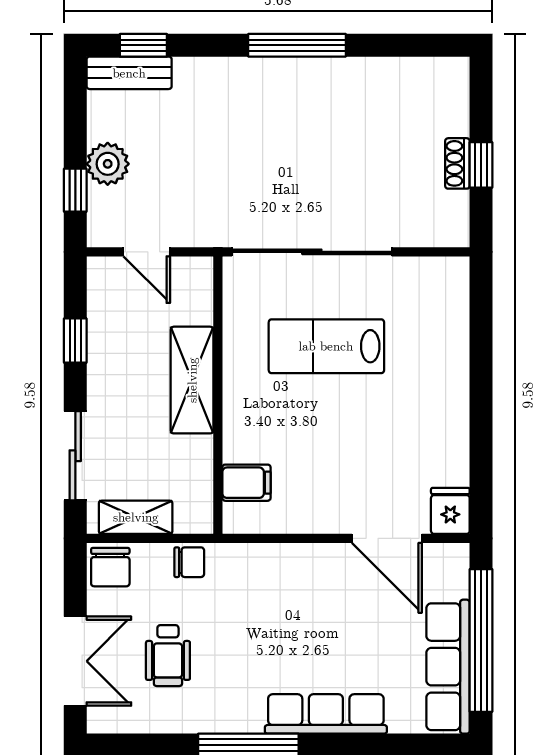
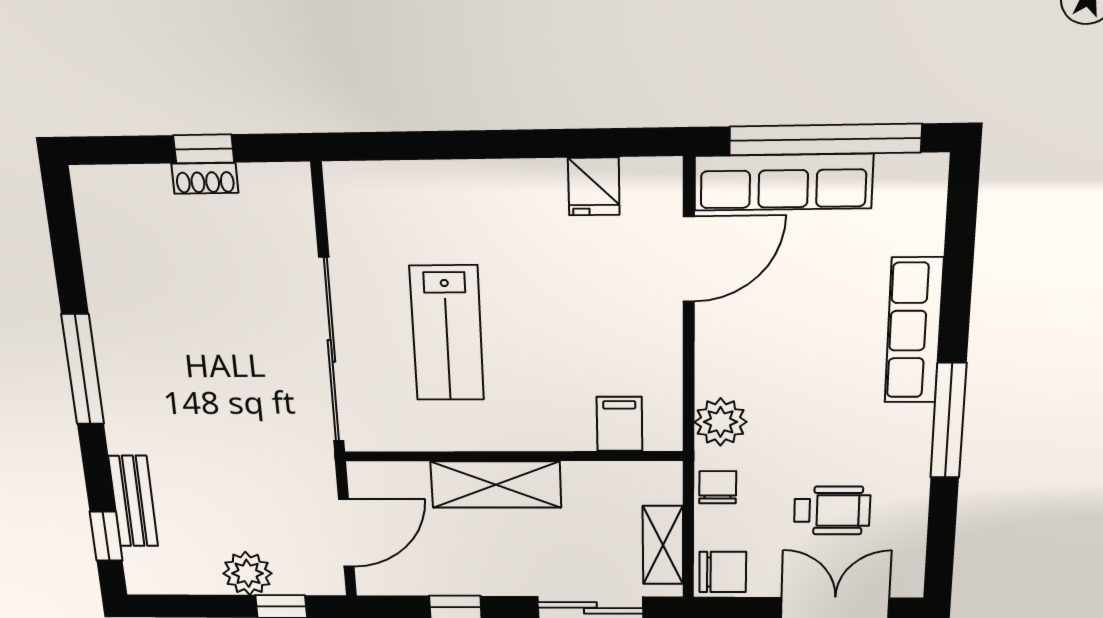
bench: (129, 73) -> (133, 501), moved
door: (147, 252) -> (346, 533), width x1.38
fridge: (450, 511) -> (594, 186), moved, turned -90
plant: (248, 564) -> (721, 422), added
row of seats: (448, 667) -> (783, 182), moved

